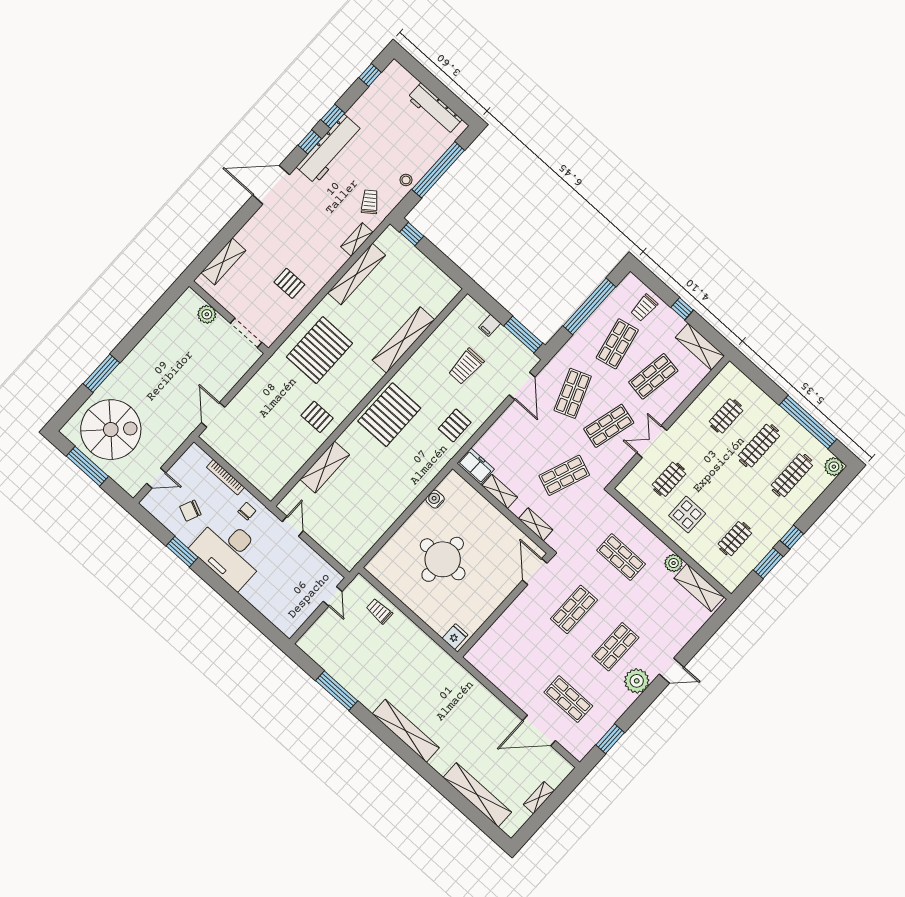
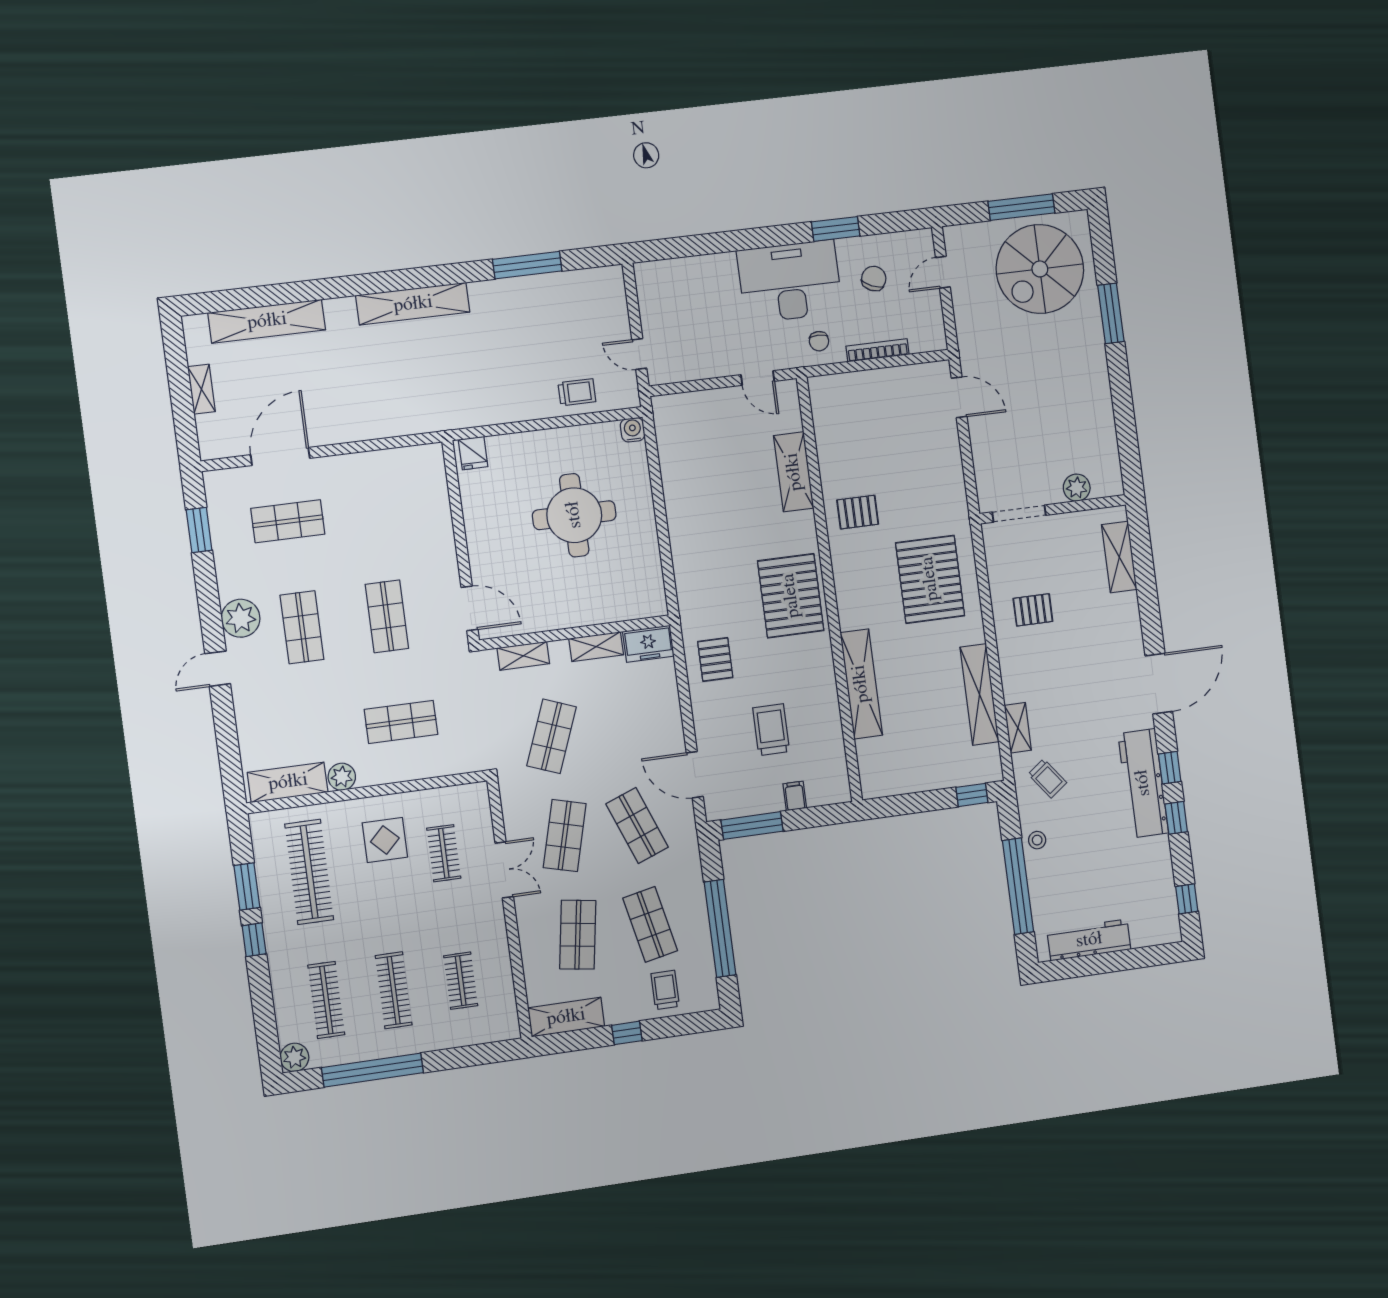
water cooler: (435, 499) -> (633, 430), moved, turned -90
clothes rail: (735, 539) -> (309, 872), width x1.86, depth x1.31

